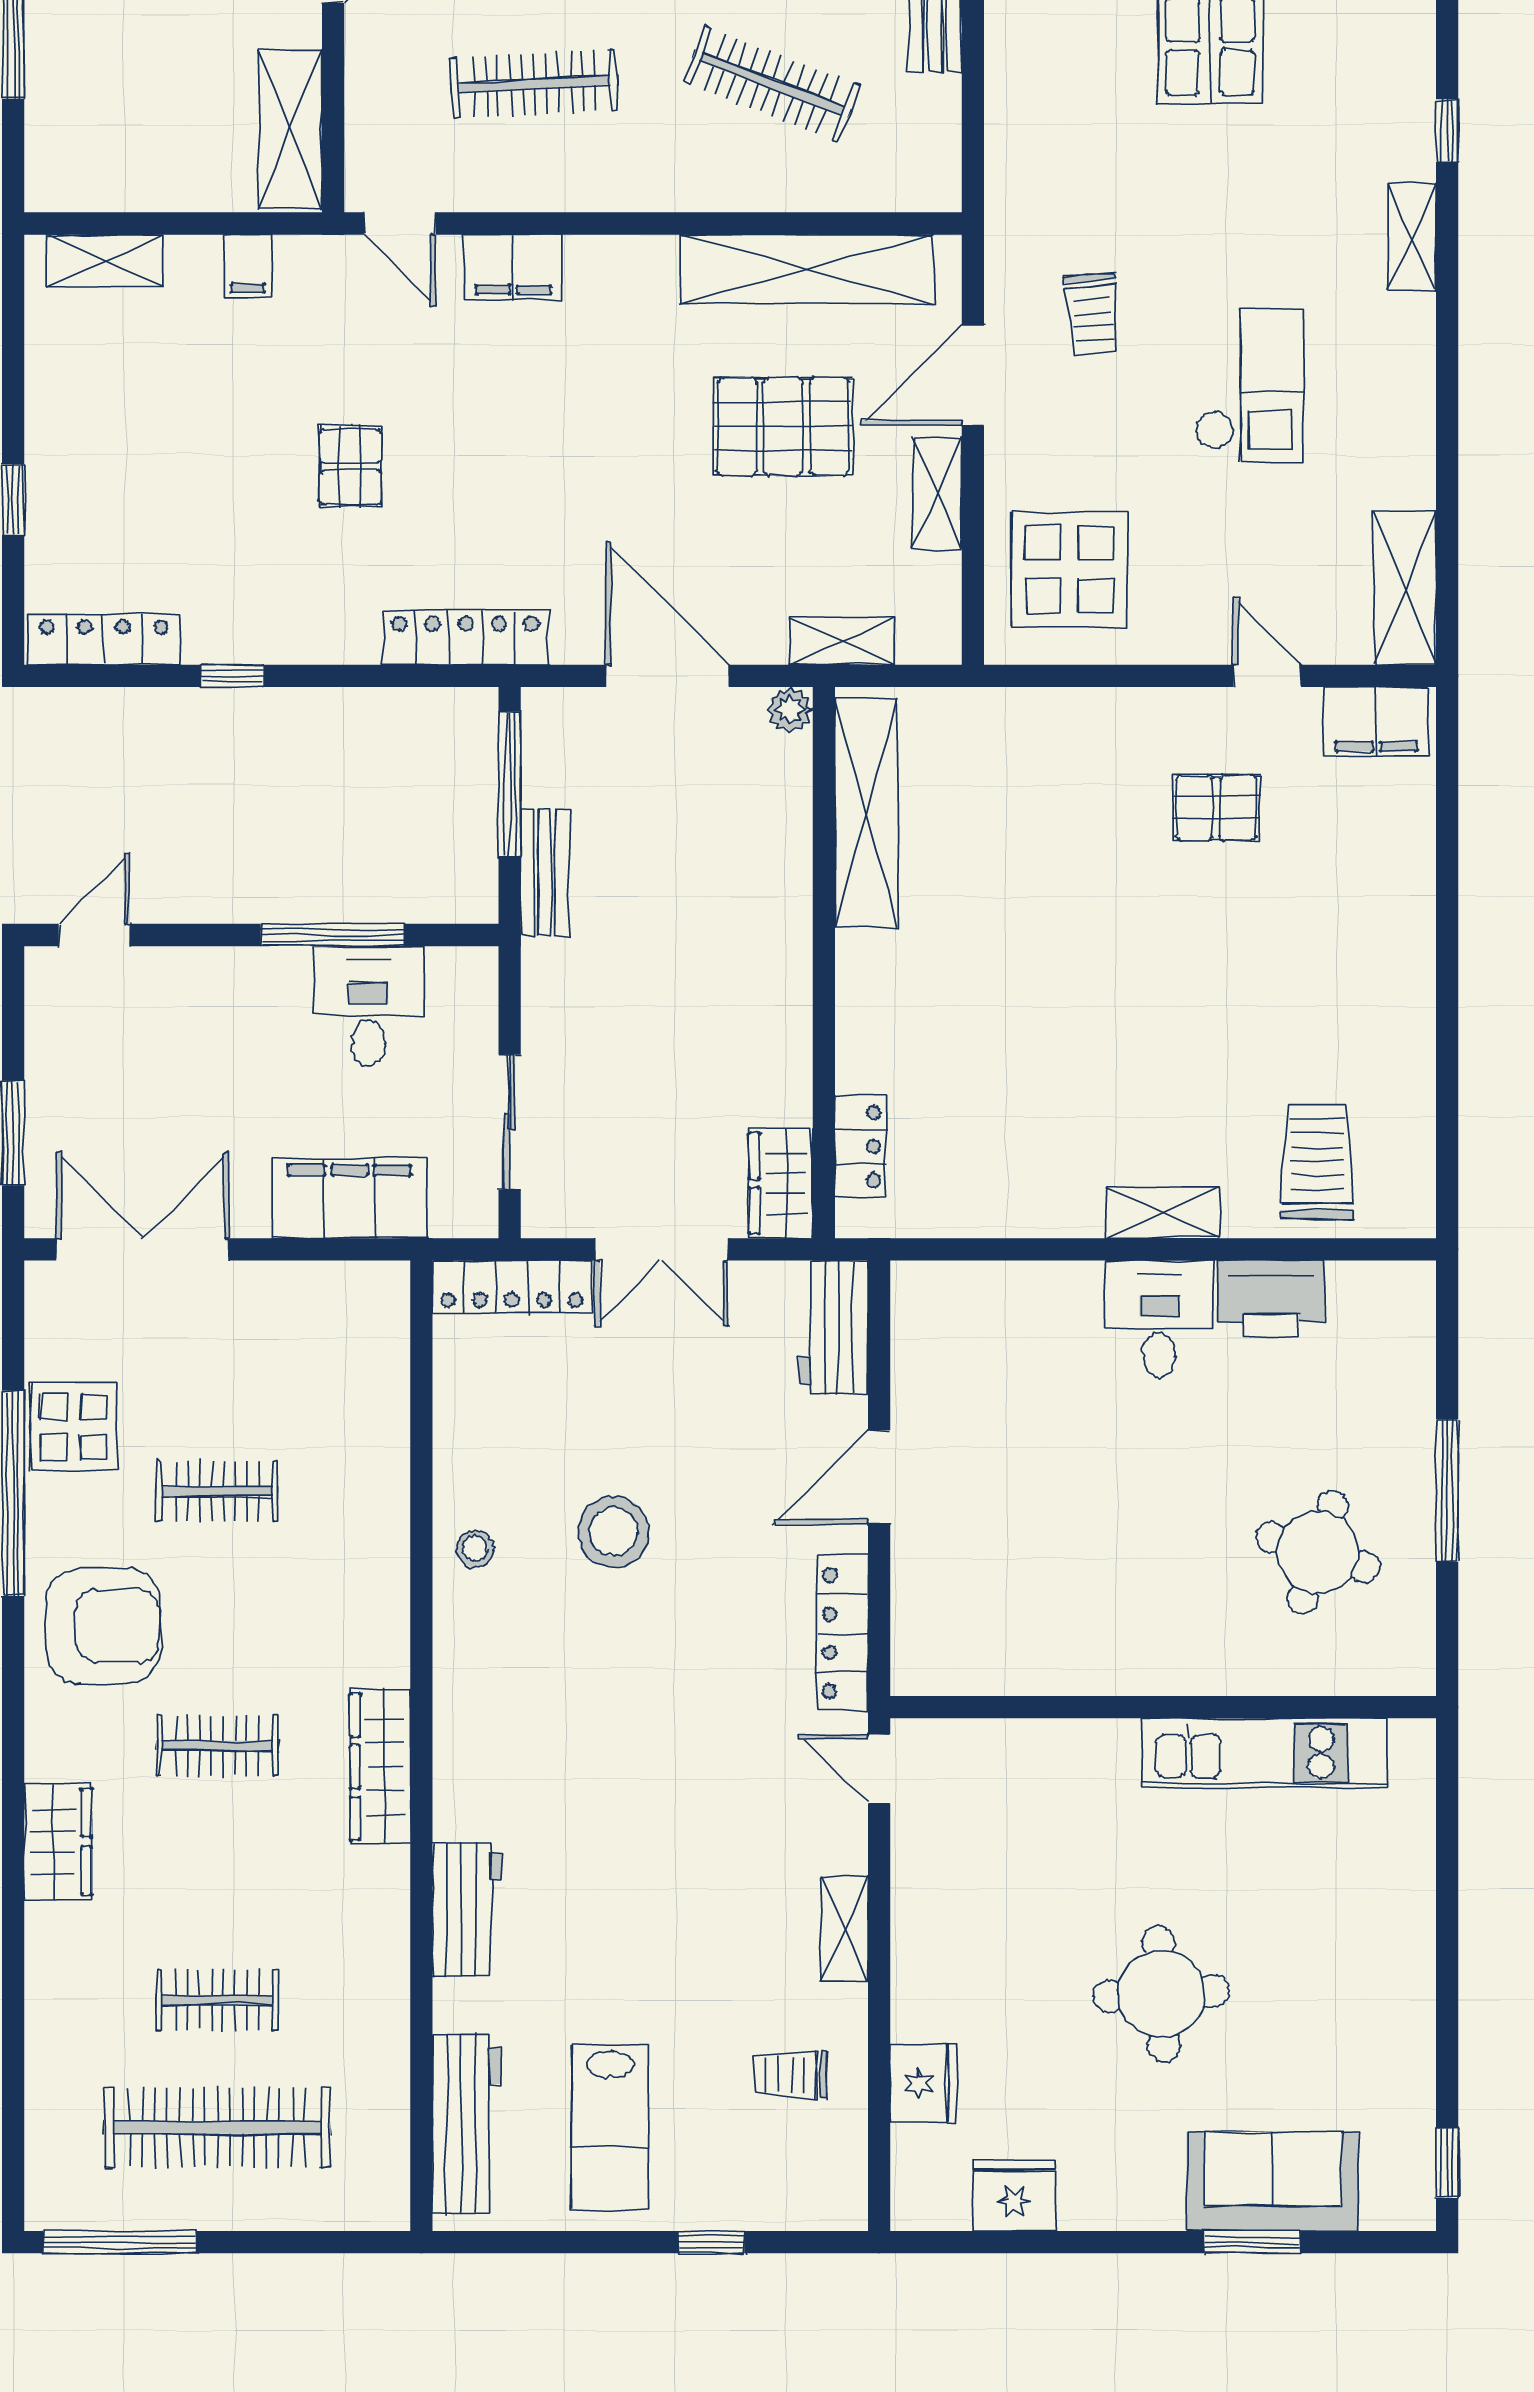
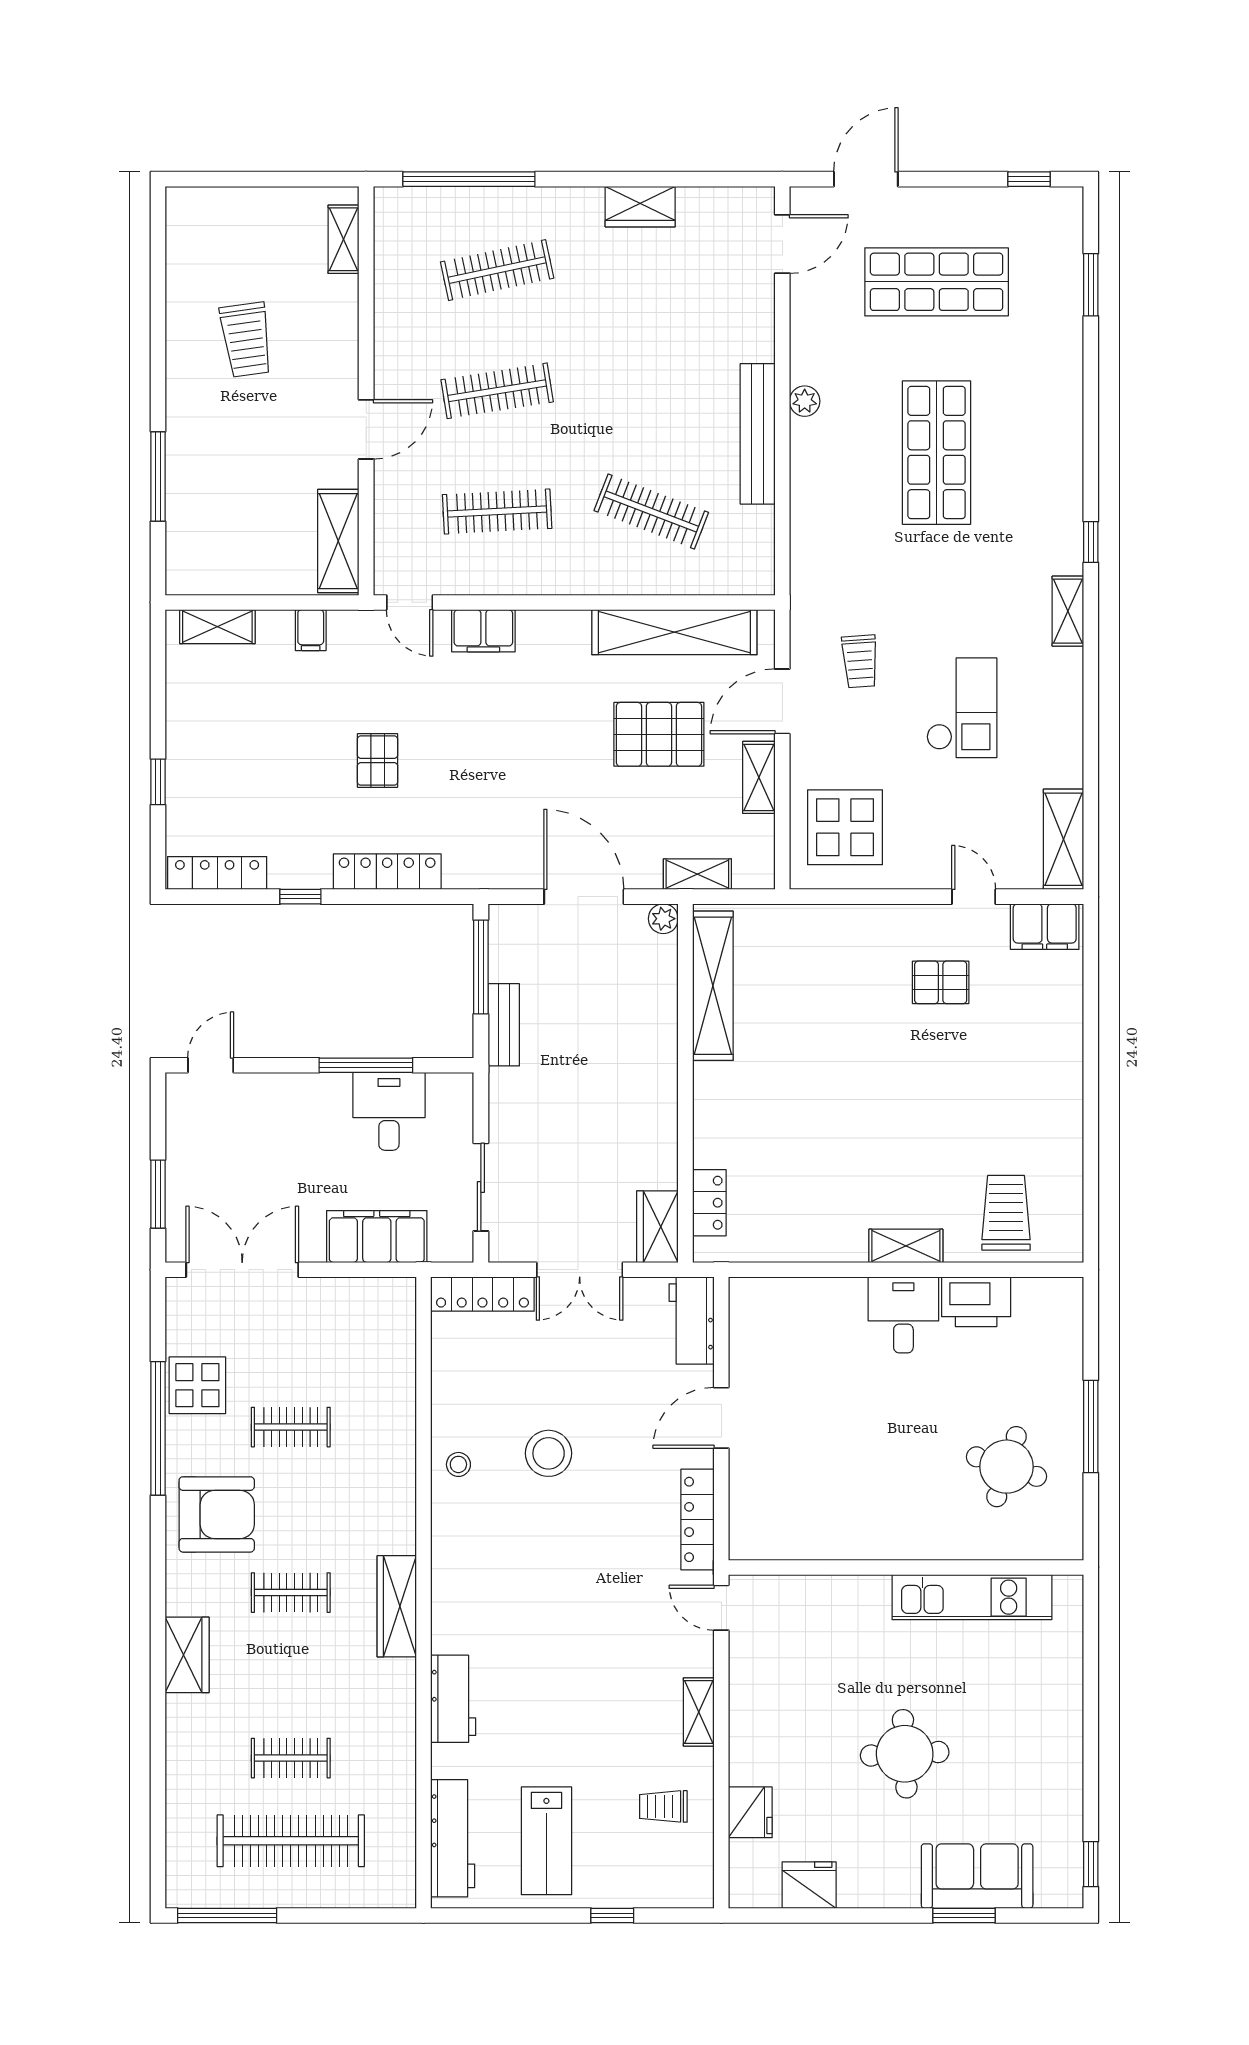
locker: (466, 637) -> (387, 872), moved

